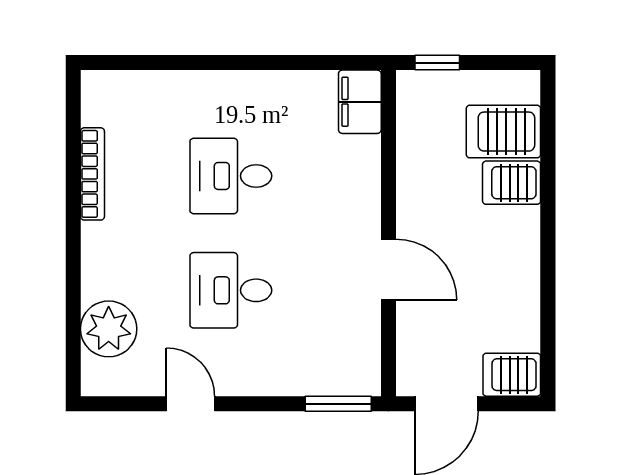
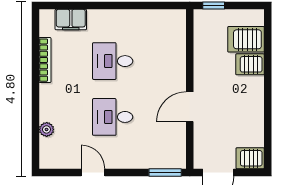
filing cabinet: (360, 102) -> (71, 20), moved, turned -90
door: (388, 269) -> (190, 107), swing flipped
plant: (109, 329) -> (47, 129), width x0.53, depth x0.53

